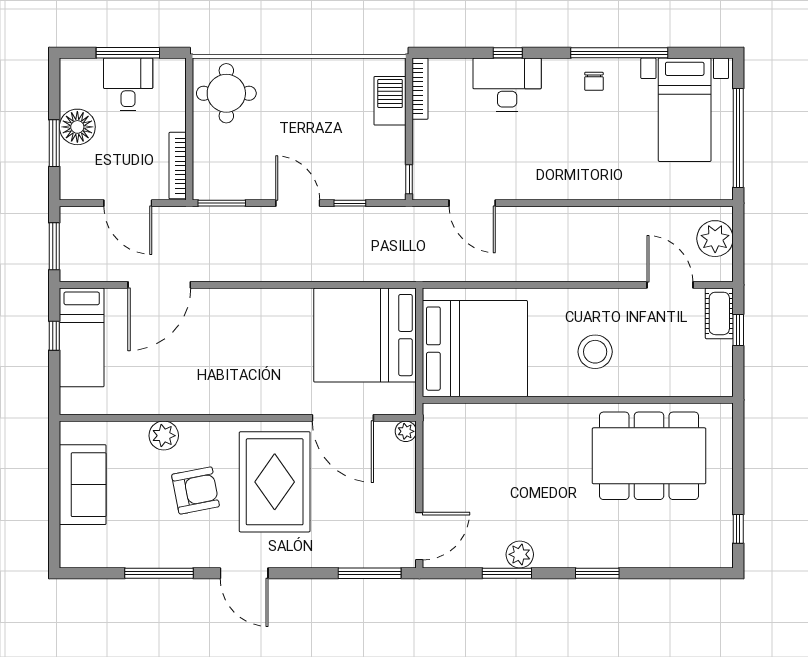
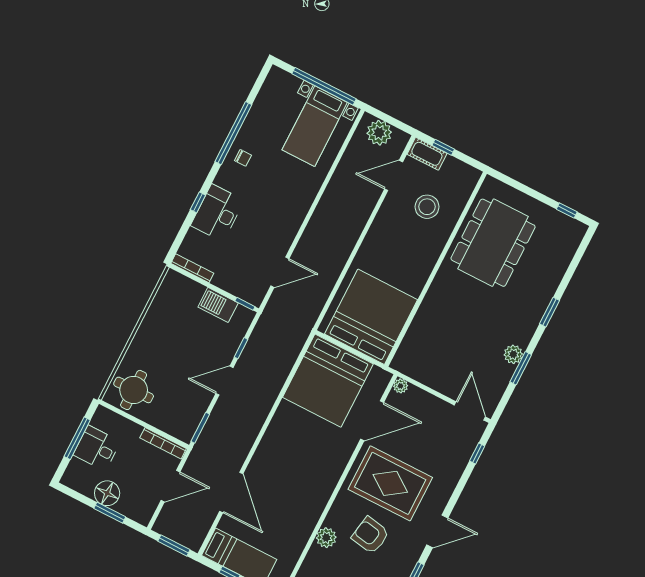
barbecue: (390, 101) -> (218, 305), moved
bed with nightstands: (685, 110) -> (315, 126), moved, turned 90
stool: (595, 352) -> (427, 207), moved
armchair: (196, 490) -> (370, 535), turned -69
window: (370, 573) -> (477, 453), width x0.46

